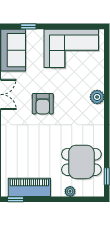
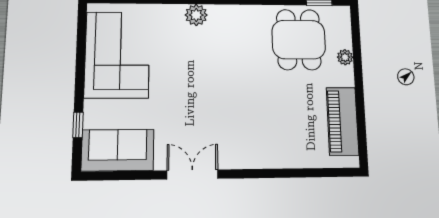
armchair: (43, 104) -> (207, 100), removed
window: (16, 199) -> (362, 144), removed

